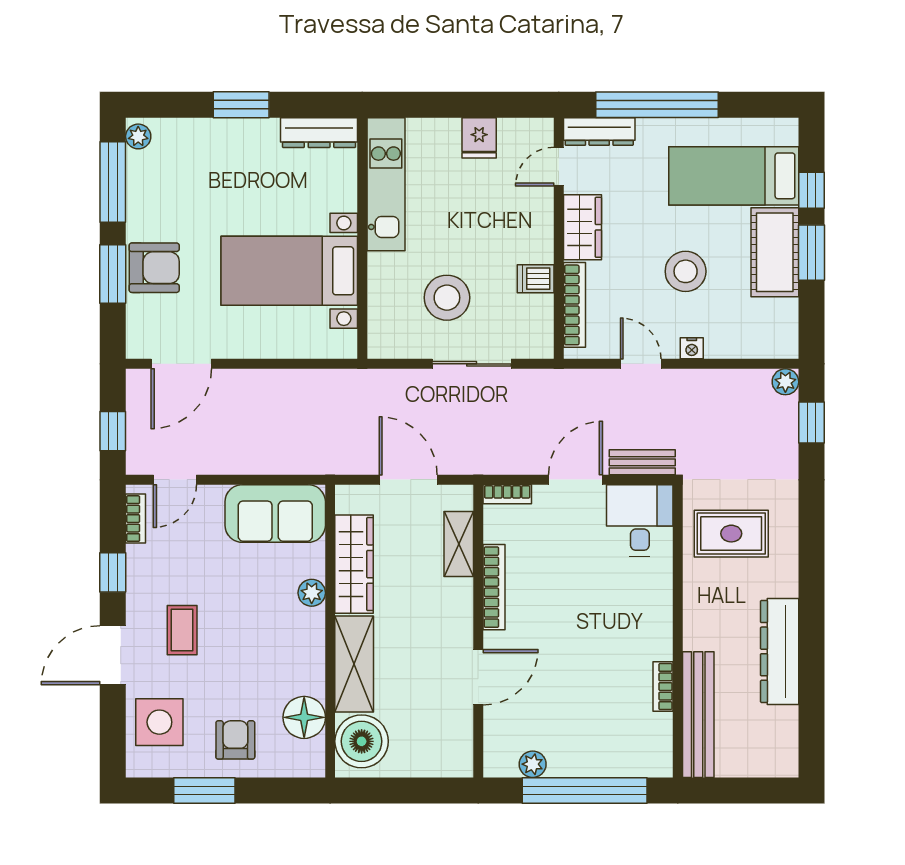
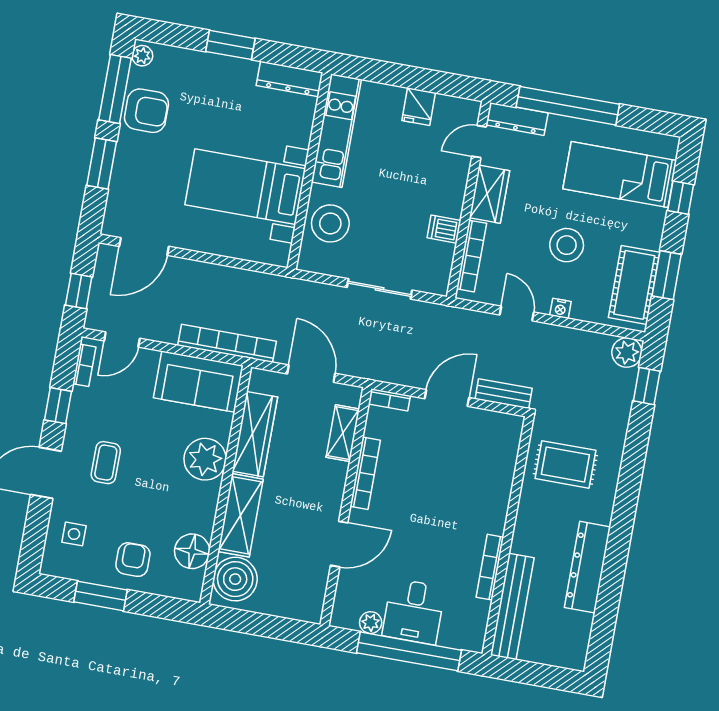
cot: (775, 252) -> (634, 285), moved
window: (811, 253) -> (667, 275), moved
armchair: (154, 268) -> (146, 111), moved
stool: (447, 298) -> (330, 223), moved
plant: (785, 382) -> (627, 352), width x1.38, depth x1.38
bookcase: (301, 462) -> (227, 343), added
desk: (640, 520) -> (414, 611), moved, turned 180
plant: (312, 593) -> (205, 459), width x1.88, depth x1.88
bookcase: (663, 687) -> (490, 567), width x1.56
side table: (159, 722) -> (74, 534), width x0.54, depth x0.54

